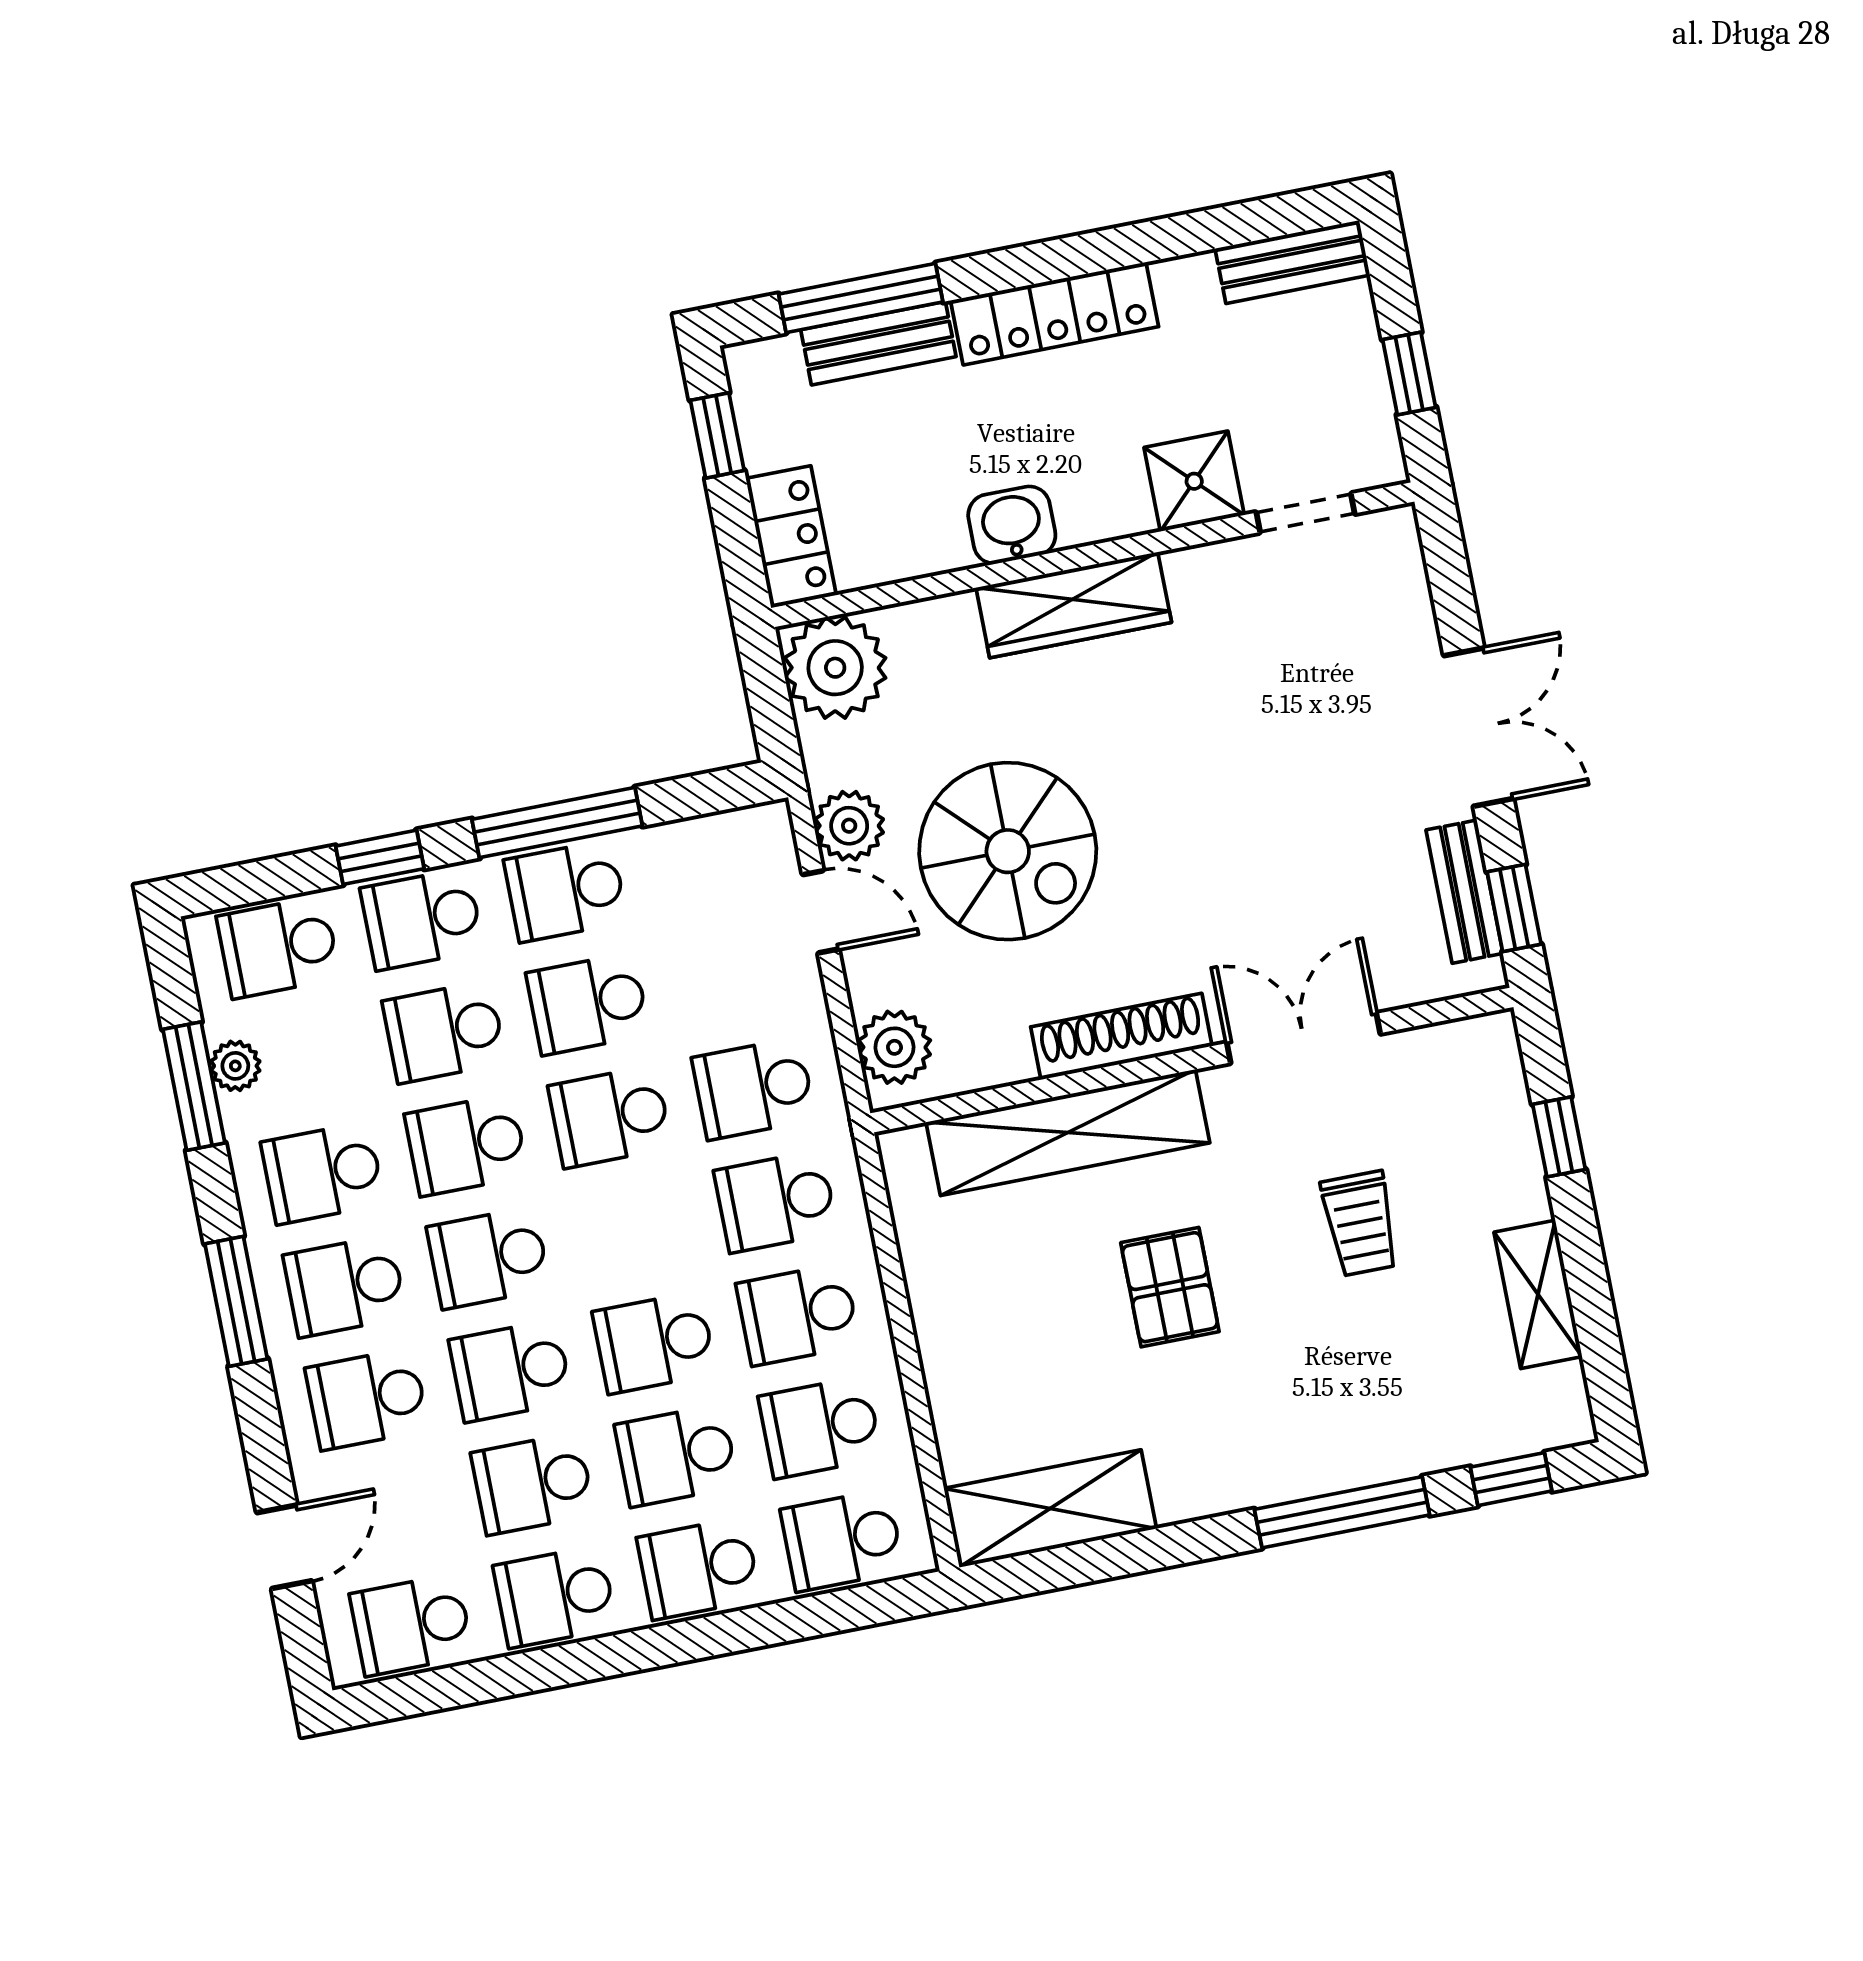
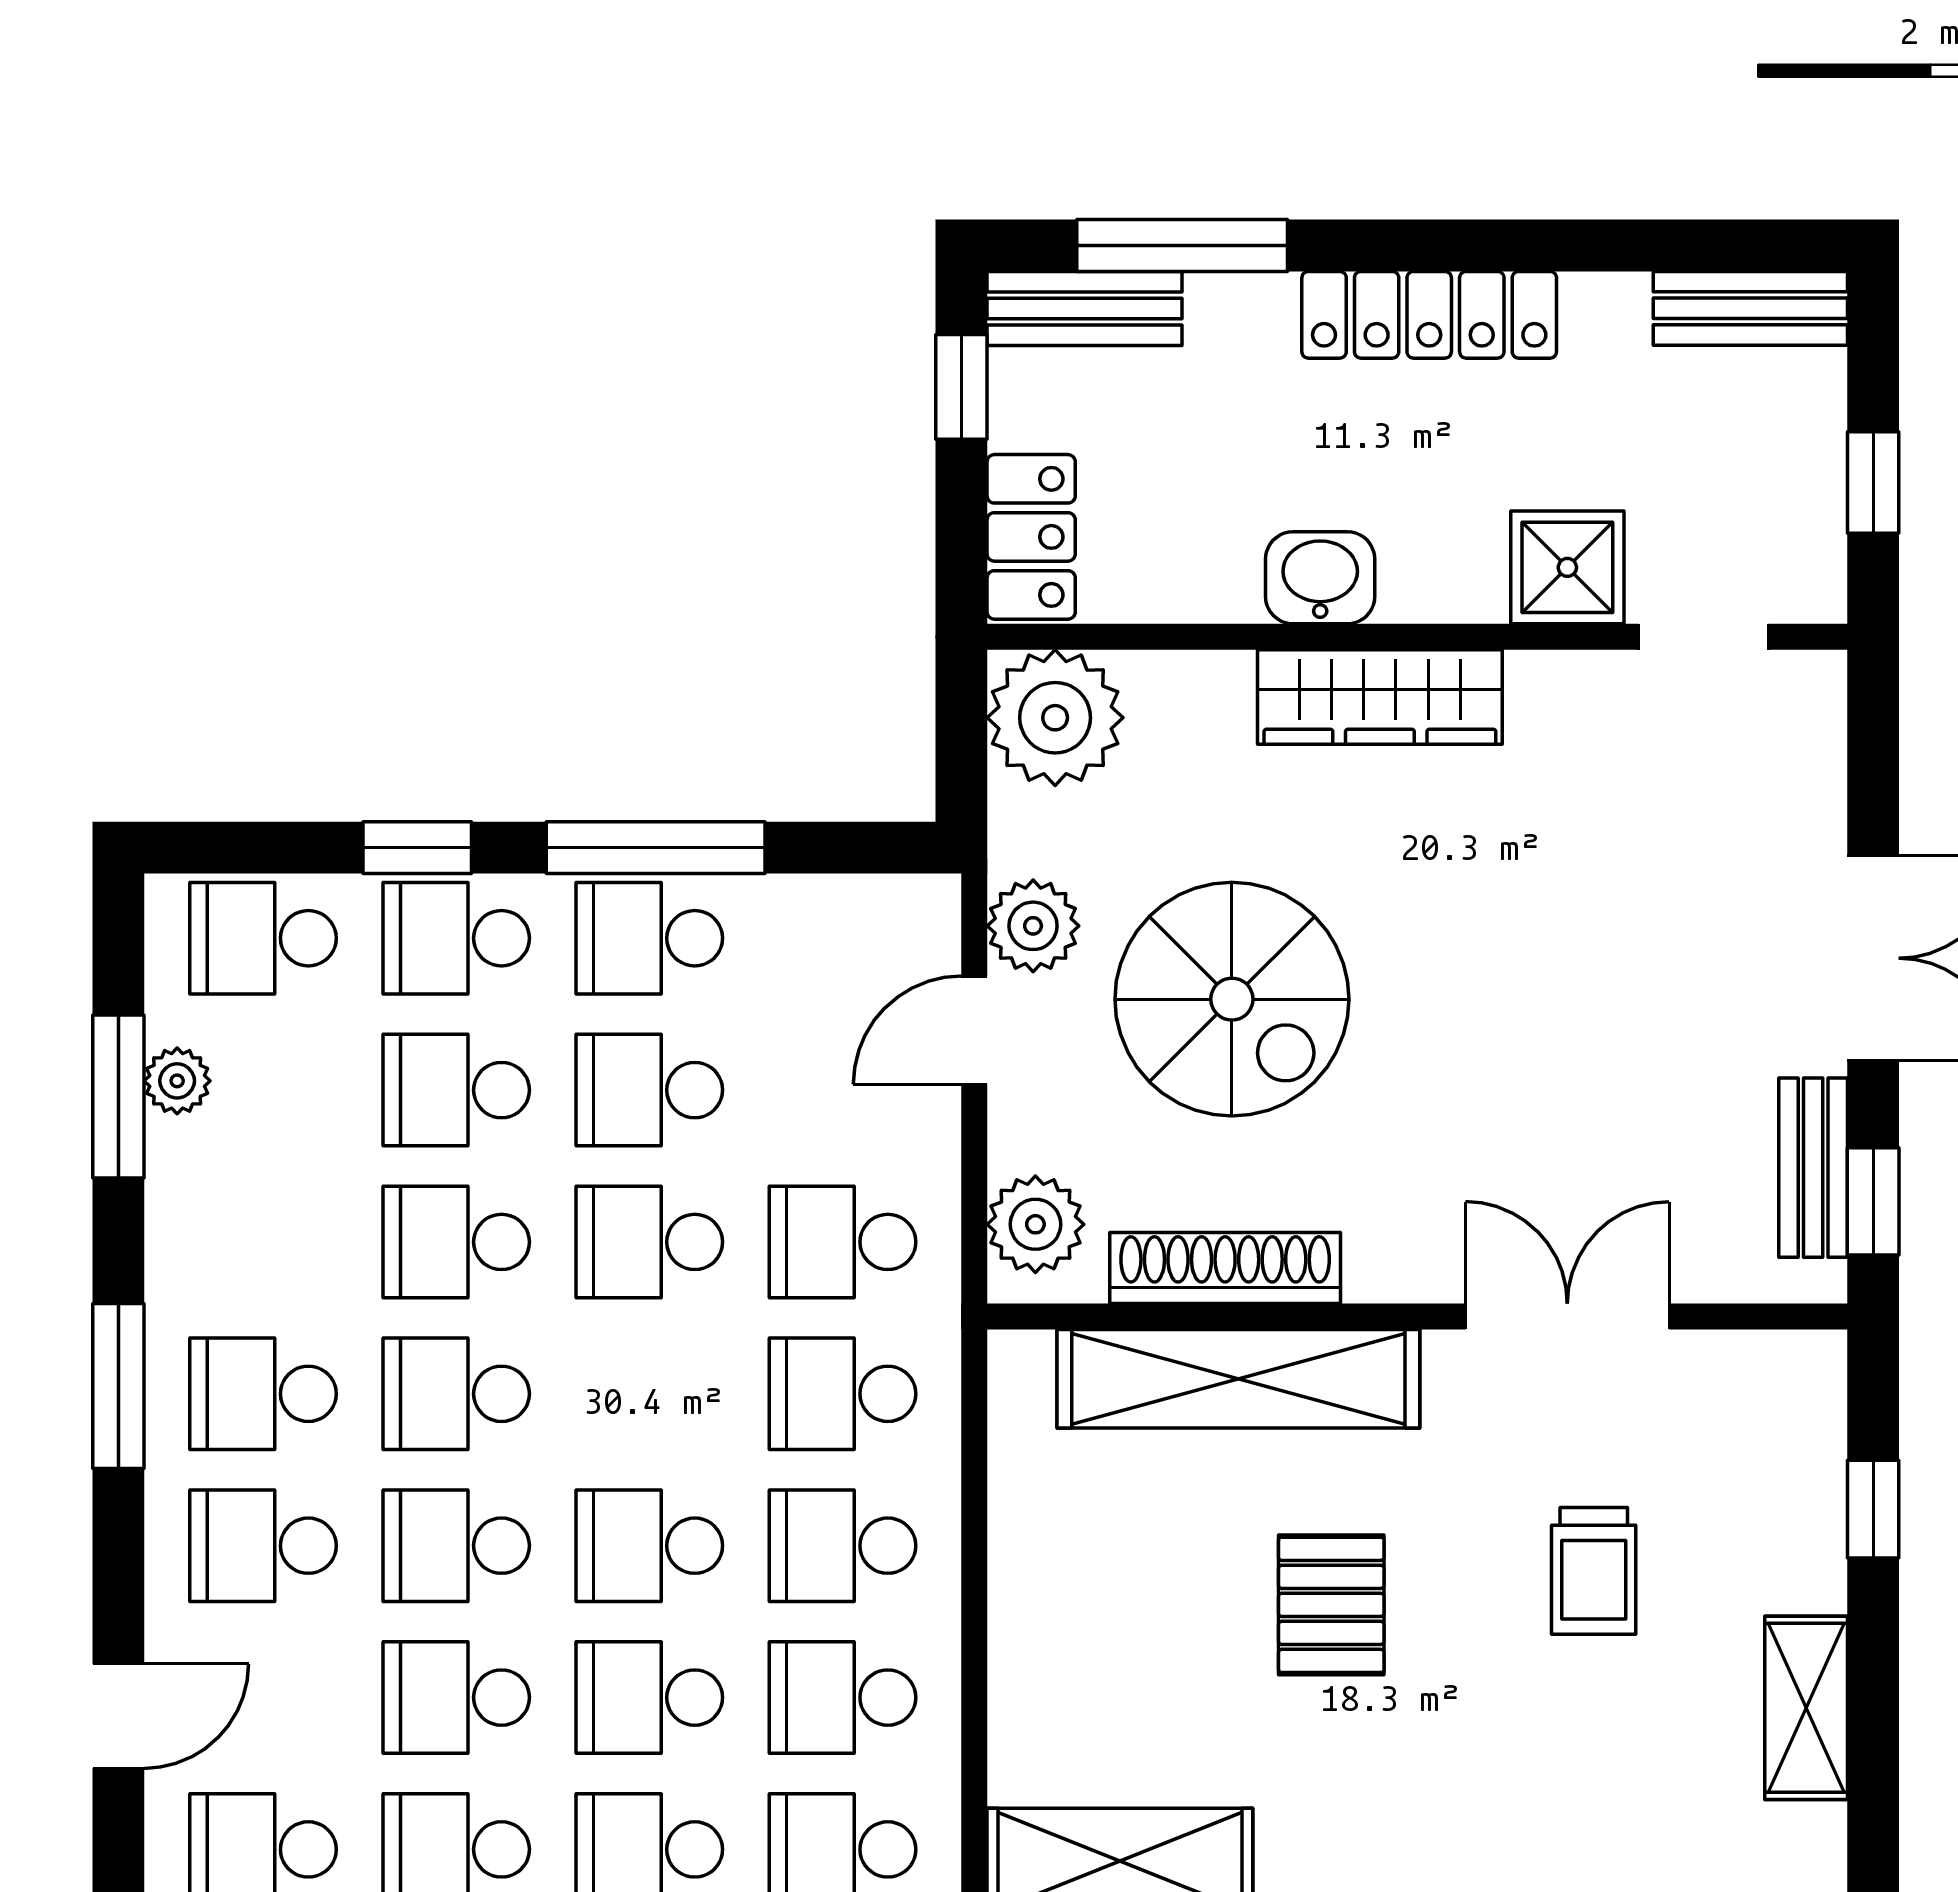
bench: (878, 343) -> (1084, 308), moved
door: (821, 912) -> (974, 1030), swing flipped
shoe rack: (1121, 1036) -> (1225, 1268), moved
school desk: (323, 1173) -> (263, 1242), removed

